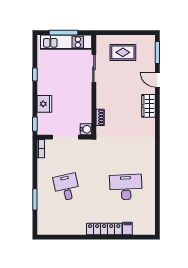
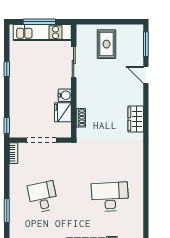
rug: (123, 52) -> (107, 44), turned 90
fridge: (44, 104) -> (63, 112), moved, turned 180
wardrobe: (149, 106) -> (136, 119), moved
water cooler: (86, 129) -> (65, 95), moved

